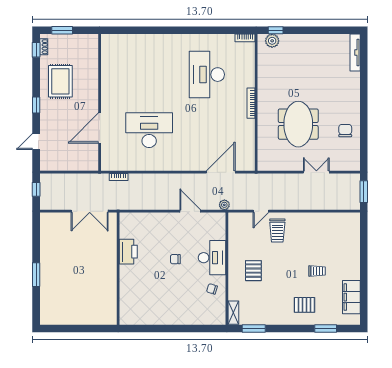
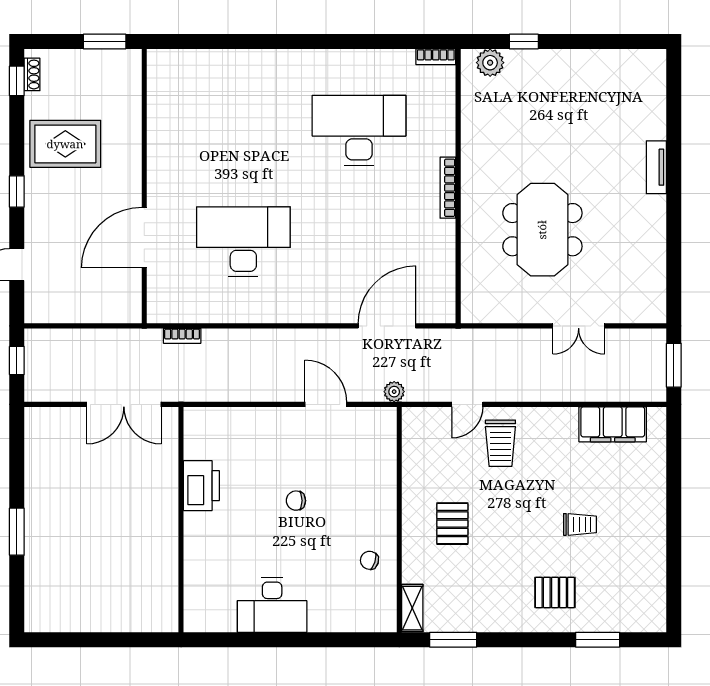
window: (62, 30) -> (105, 41), moved
window: (276, 30) -> (524, 41), moved
tv unit: (355, 53) -> (656, 167), moved, width x0.71
desk: (207, 75) -> (359, 130), turned 90
rug: (60, 81) -> (65, 144), turned 90
chair: (345, 131) -> (637, 243), removed
double door: (316, 172) -> (579, 326), swing flipped
desk: (212, 258) -> (272, 605), moved, turned 90
filing cabinet: (351, 297) -> (613, 424), moved, turned -90

